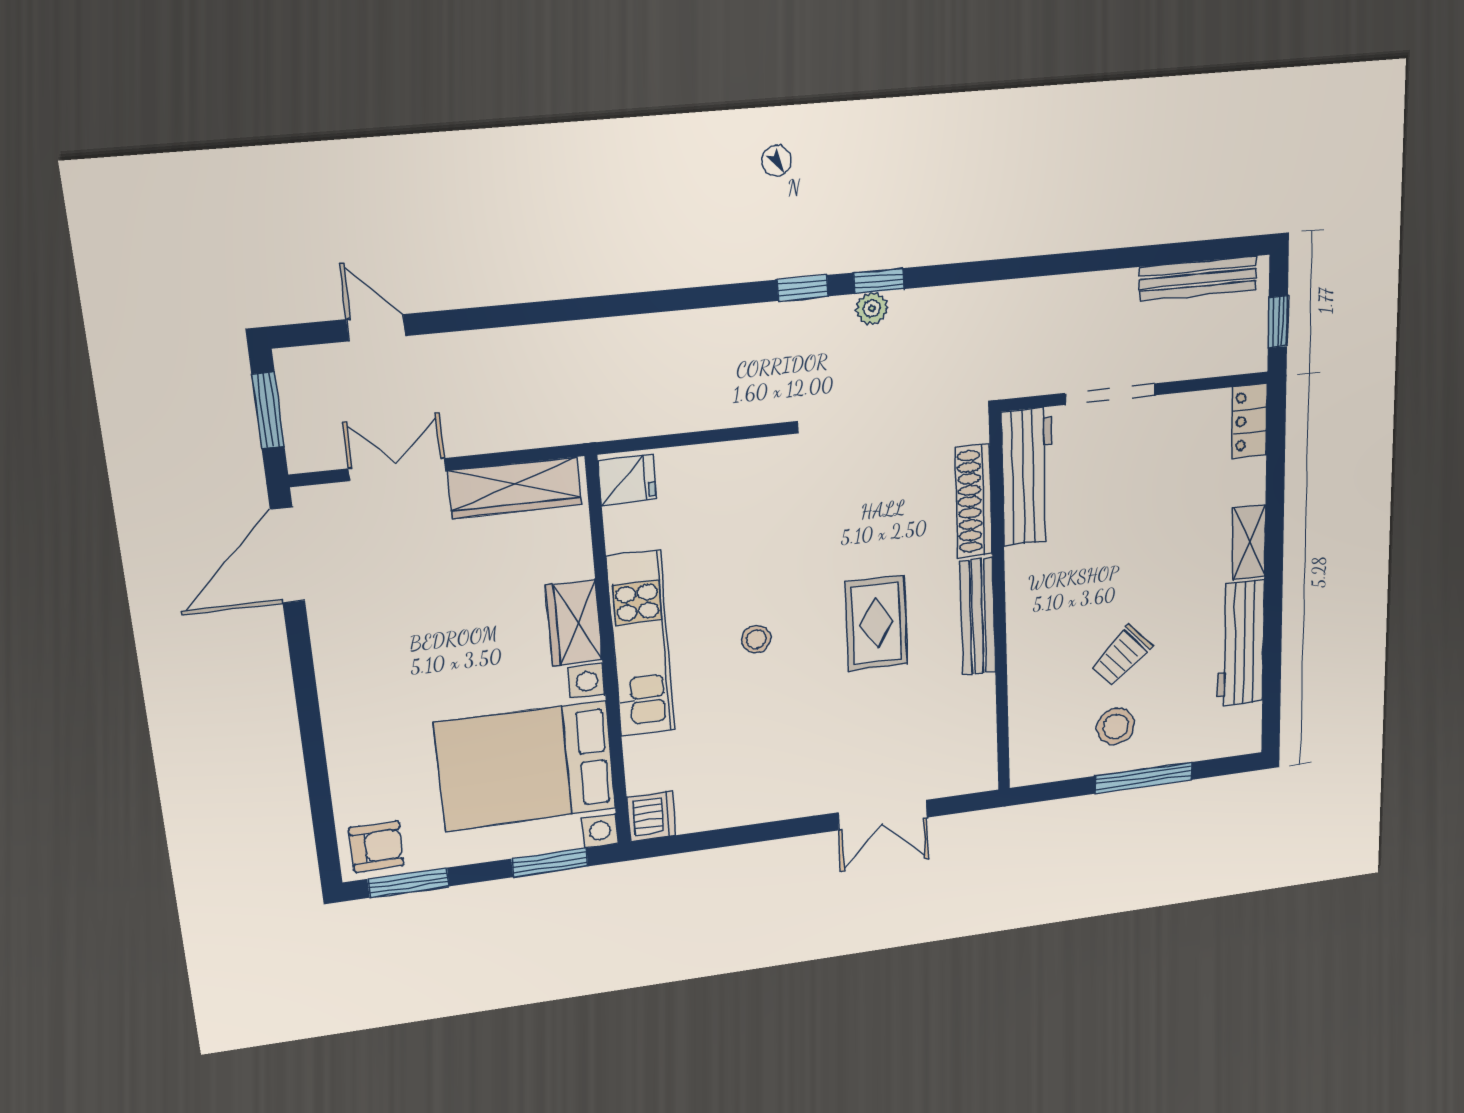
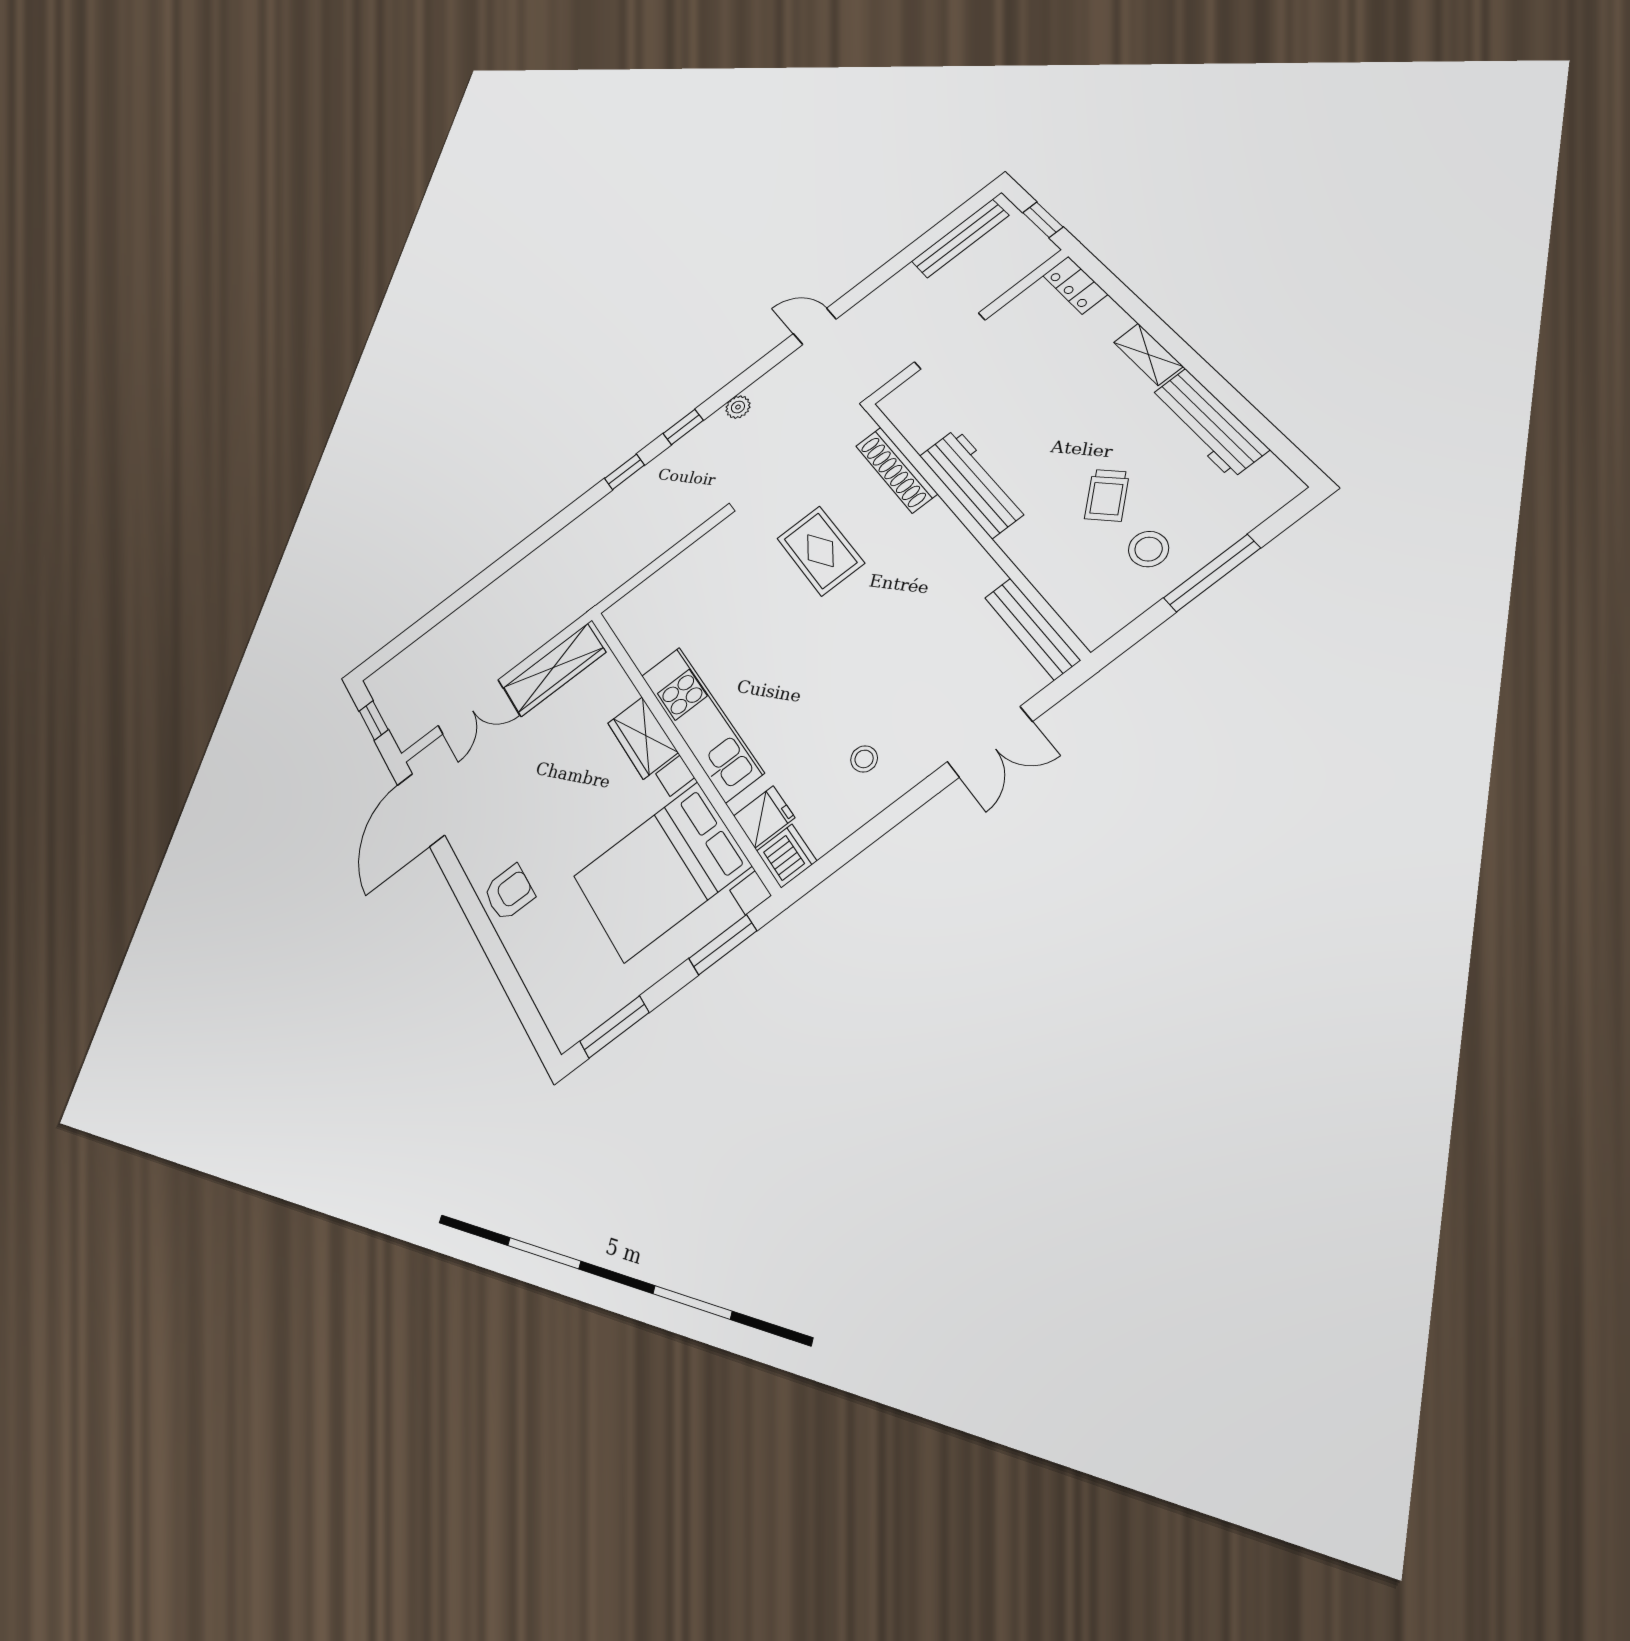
window: (879, 281) -> (624, 472), moved
door: (376, 328) -> (815, 326), moved
window: (268, 410) -> (374, 720), width x0.67
double door: (397, 470) -> (470, 707), swing flipped
workbench: (1027, 477) -> (974, 483), moved
fridge: (627, 480) -> (764, 817), moved
bench: (978, 617) -> (1032, 629), moved
rug: (876, 623) -> (820, 551), moved
stool: (756, 639) -> (864, 759), moved
armchair: (376, 847) -> (509, 893), moved

